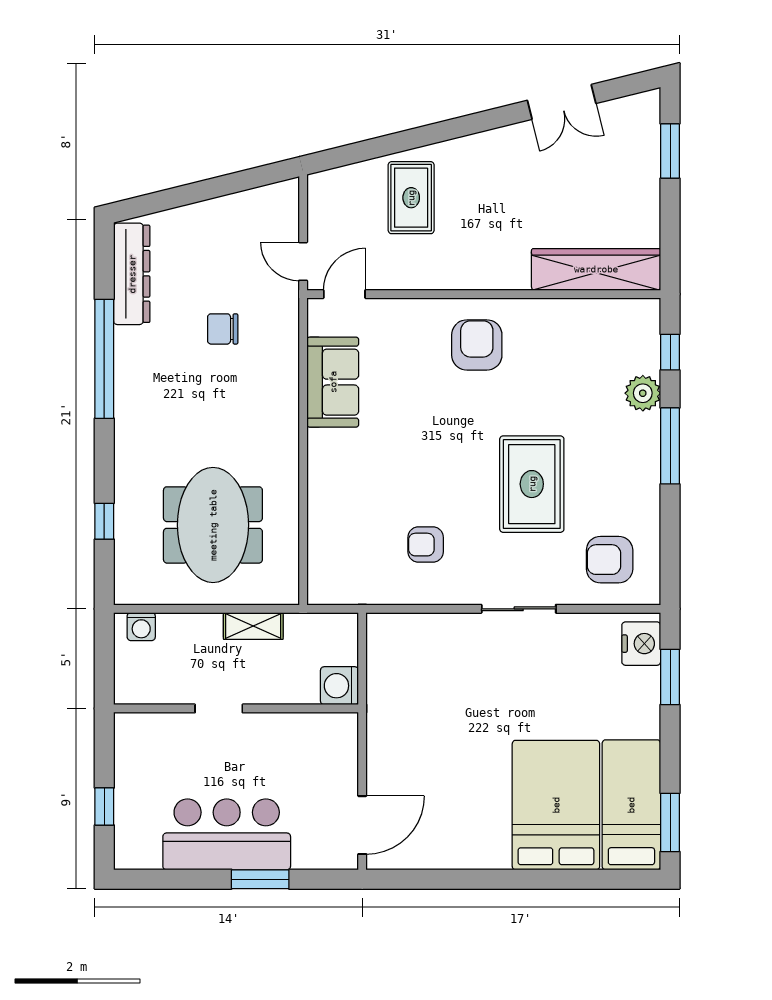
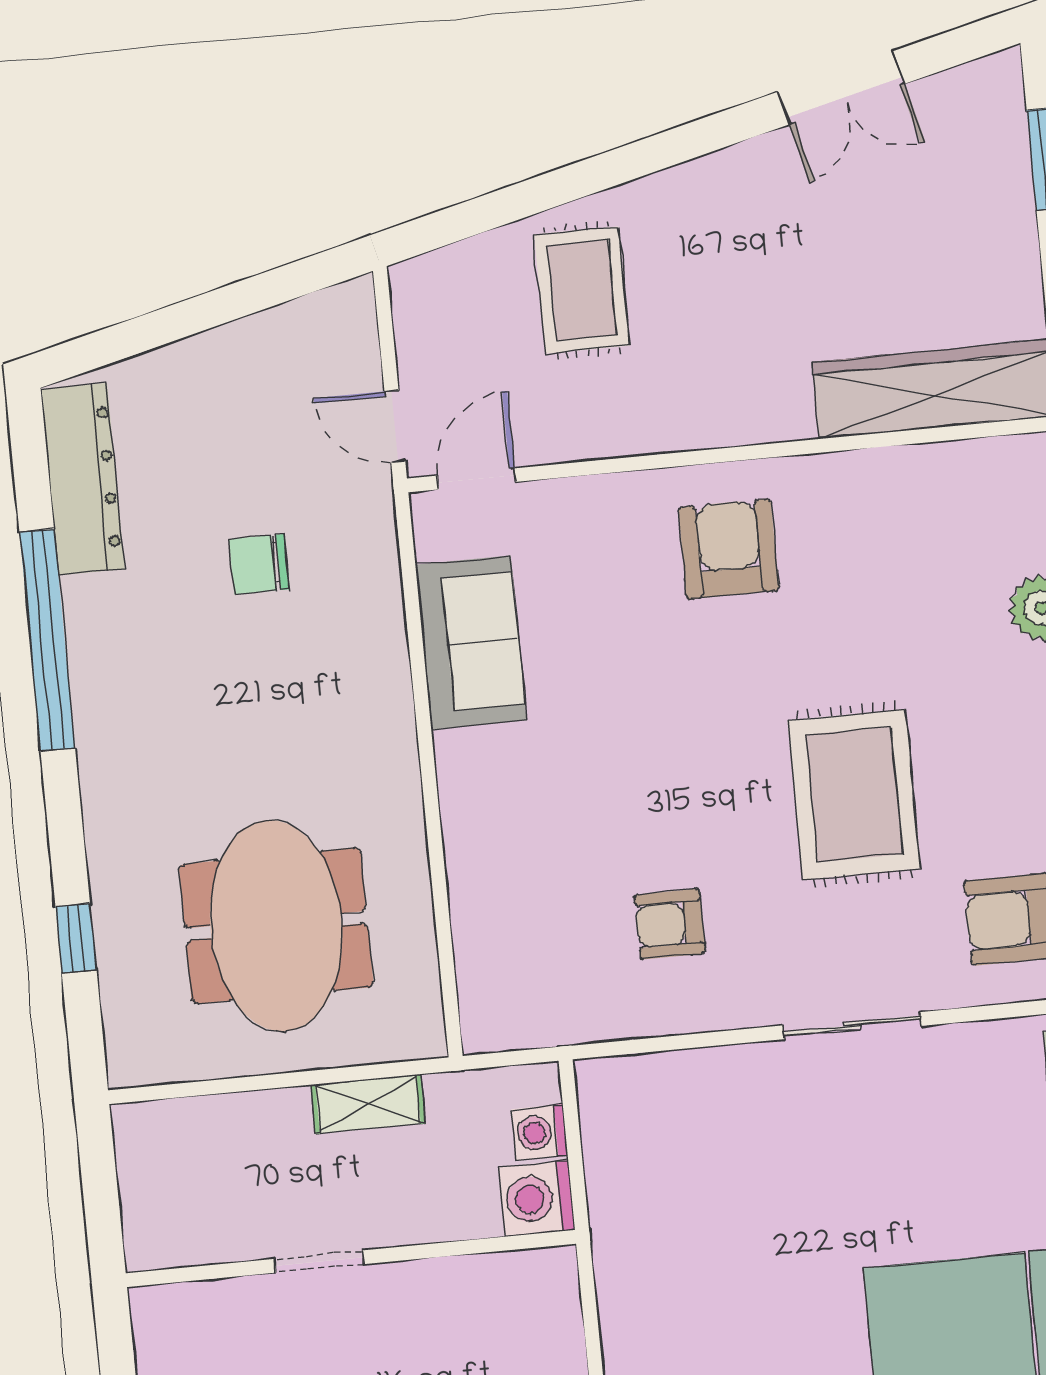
washing machine: (141, 627) -> (540, 1132), moved, turned 90

